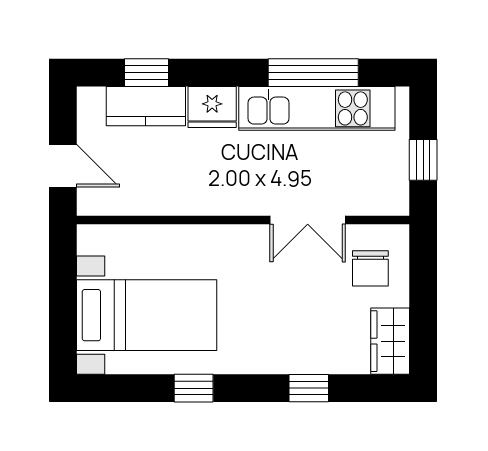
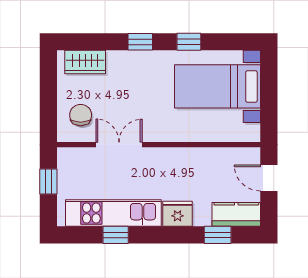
window: (313, 73) -> (116, 235), width x0.46
kitchen counter: (146, 106) -> (236, 214), moved
wardrobe: (390, 341) -> (85, 62), moved, turned 90
window: (309, 388) -> (140, 42), moved

